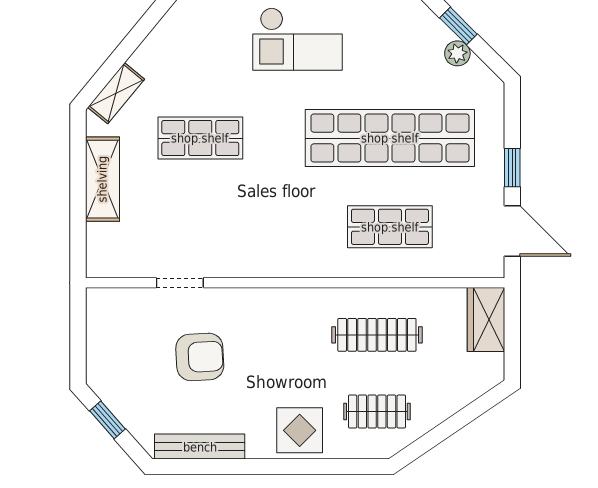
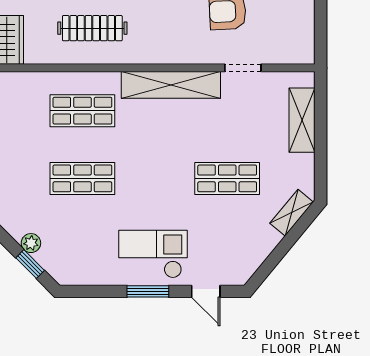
shop shelf: (390, 138) -> (82, 178), width x0.50, depth x0.74
shelving: (102, 179) -> (302, 120), moved
shelving: (274, 261) -> (171, 85), added

